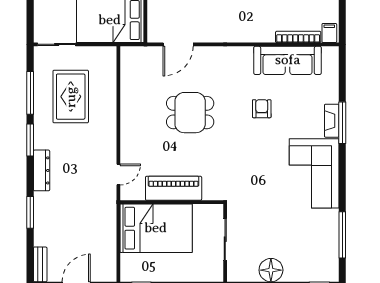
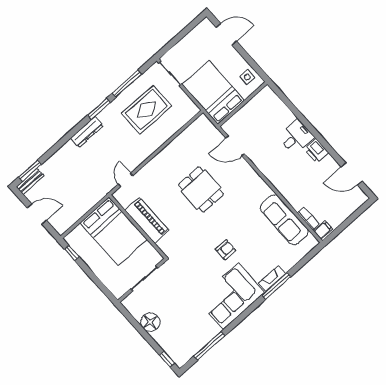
bookcase: (298, 37) -> (308, 218), width x0.64
armchair: (262, 109) -> (226, 250), moved
door: (118, 175) -> (125, 180), swing flipped
window: (30, 212) -> (30, 171), moved

